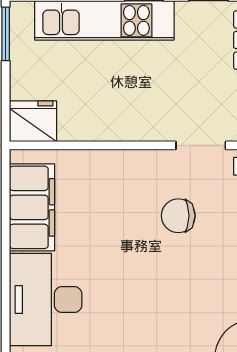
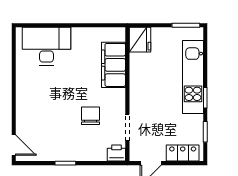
filing cabinet: (32, 207) -> (114, 65), moved, turned 90

